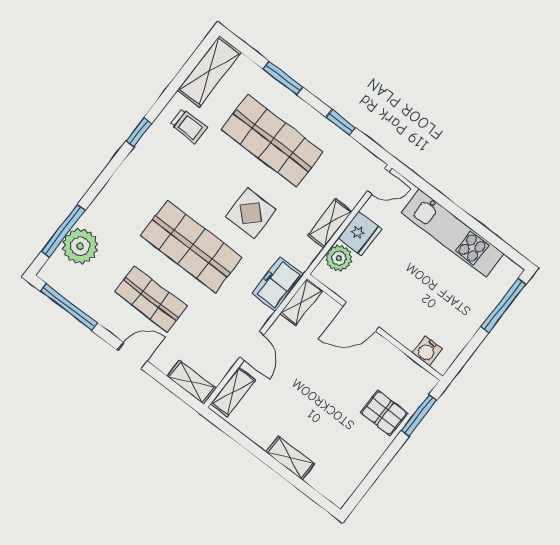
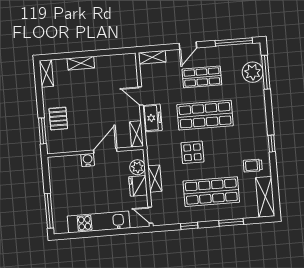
door: (378, 181) -> (150, 215), hinge flipped
freezer: (278, 284) -> (152, 118), moved
water cooler: (427, 351) -> (88, 160), moved
shelving: (233, 392) -> (46, 73), moved
pallet: (384, 413) -> (58, 119), turned 90

